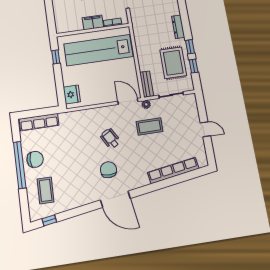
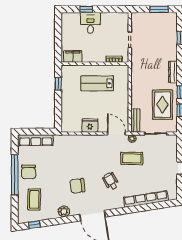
filing cabinet: (93, 22) -> (73, 56), moved
lab bench: (98, 50) -> (97, 83), width x0.54, depth x0.72
fridge: (72, 94) -> (90, 126), moved, turned -90
wheelchair: (110, 139) -> (111, 181), moved
chair: (35, 159) -> (29, 172), turned 90
chair: (109, 170) -> (77, 186), moved, turned -97
plant: (82, 199) -> (64, 211), added

